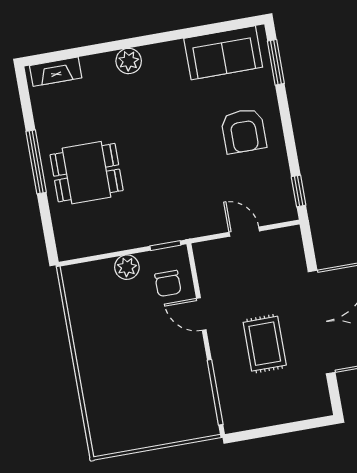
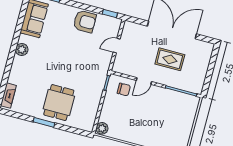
plant: (129, 61) -> (22, 49), moved
armchair: (244, 131) -> (85, 21), moved
window: (36, 162) -> (44, 122), width x0.69
plant: (127, 267) -> (102, 128), moved

